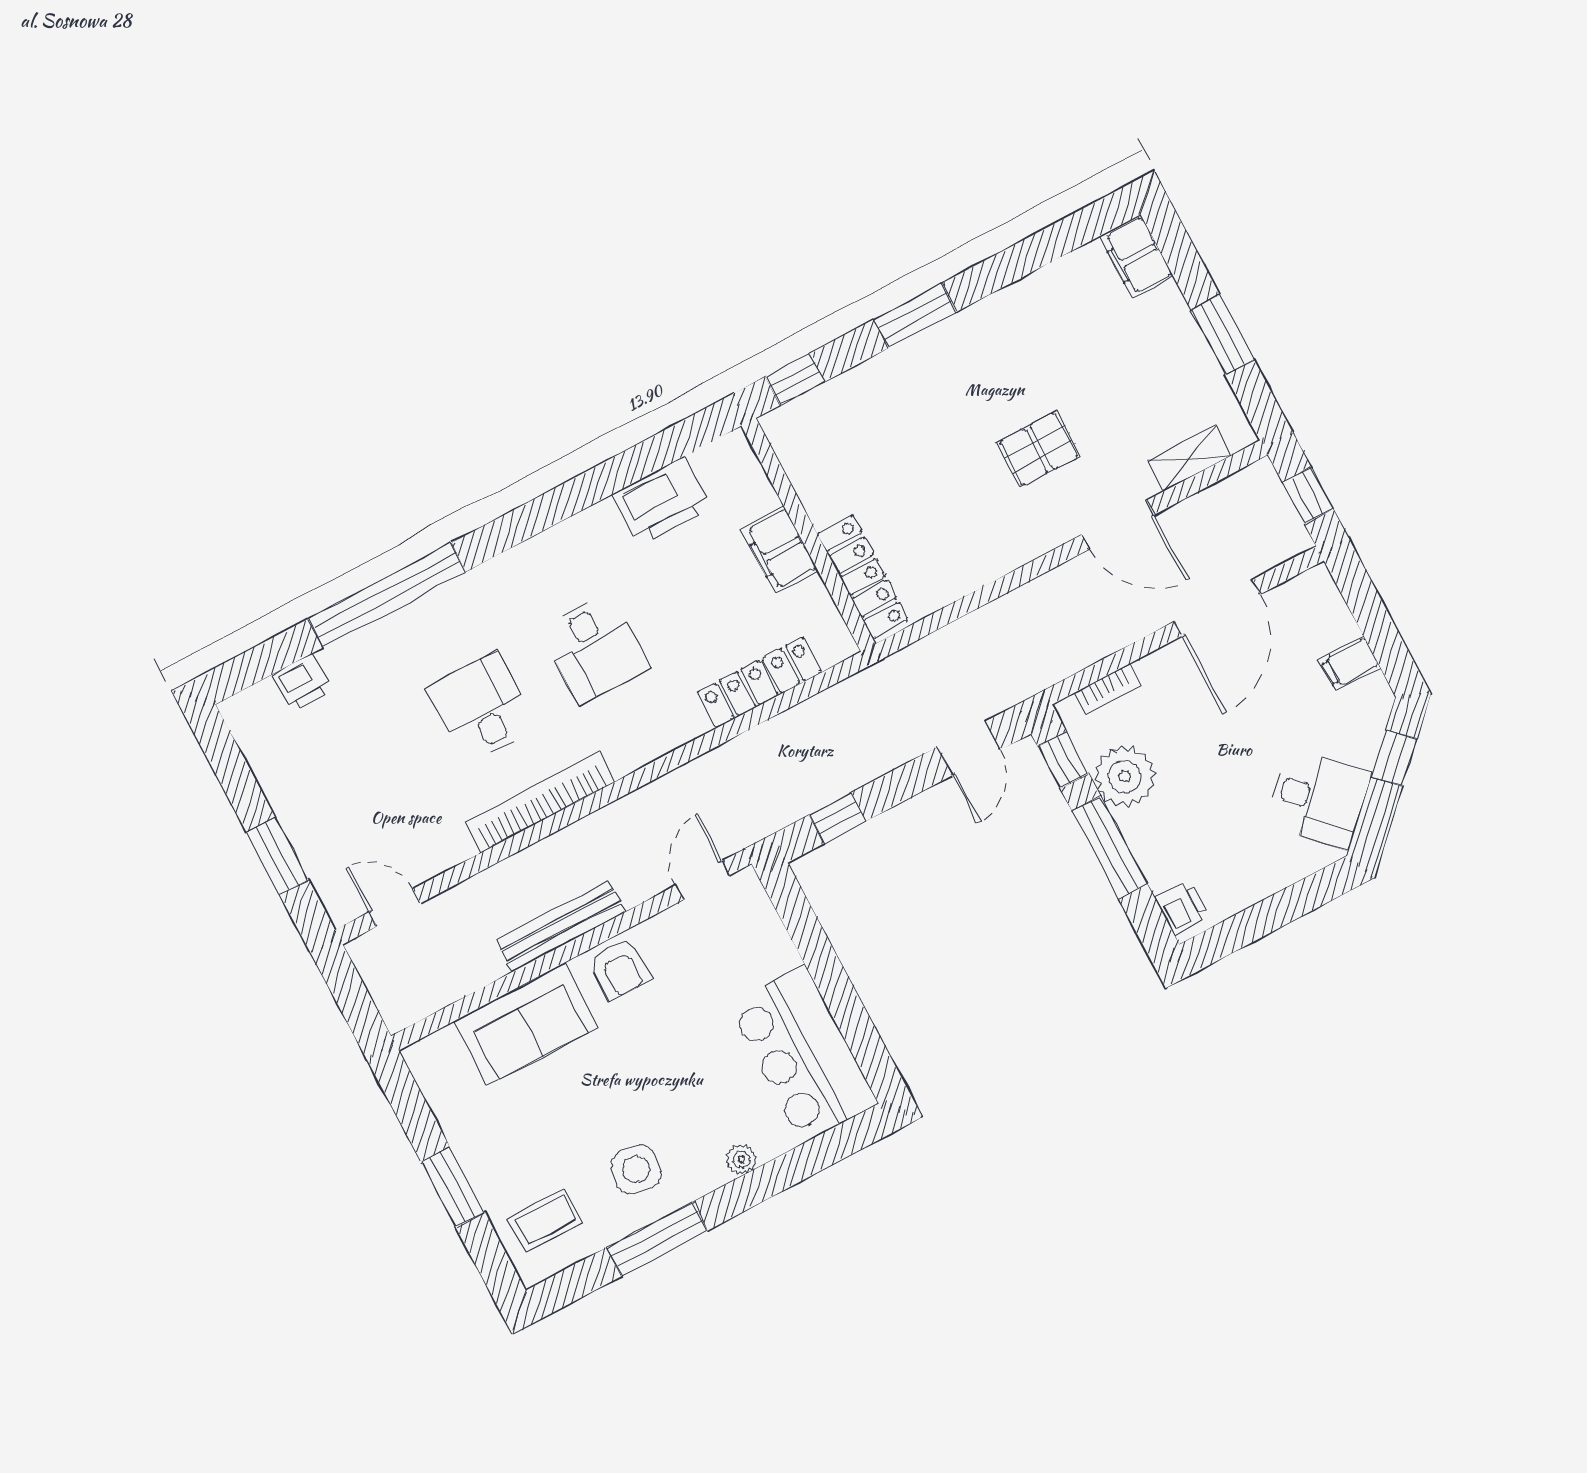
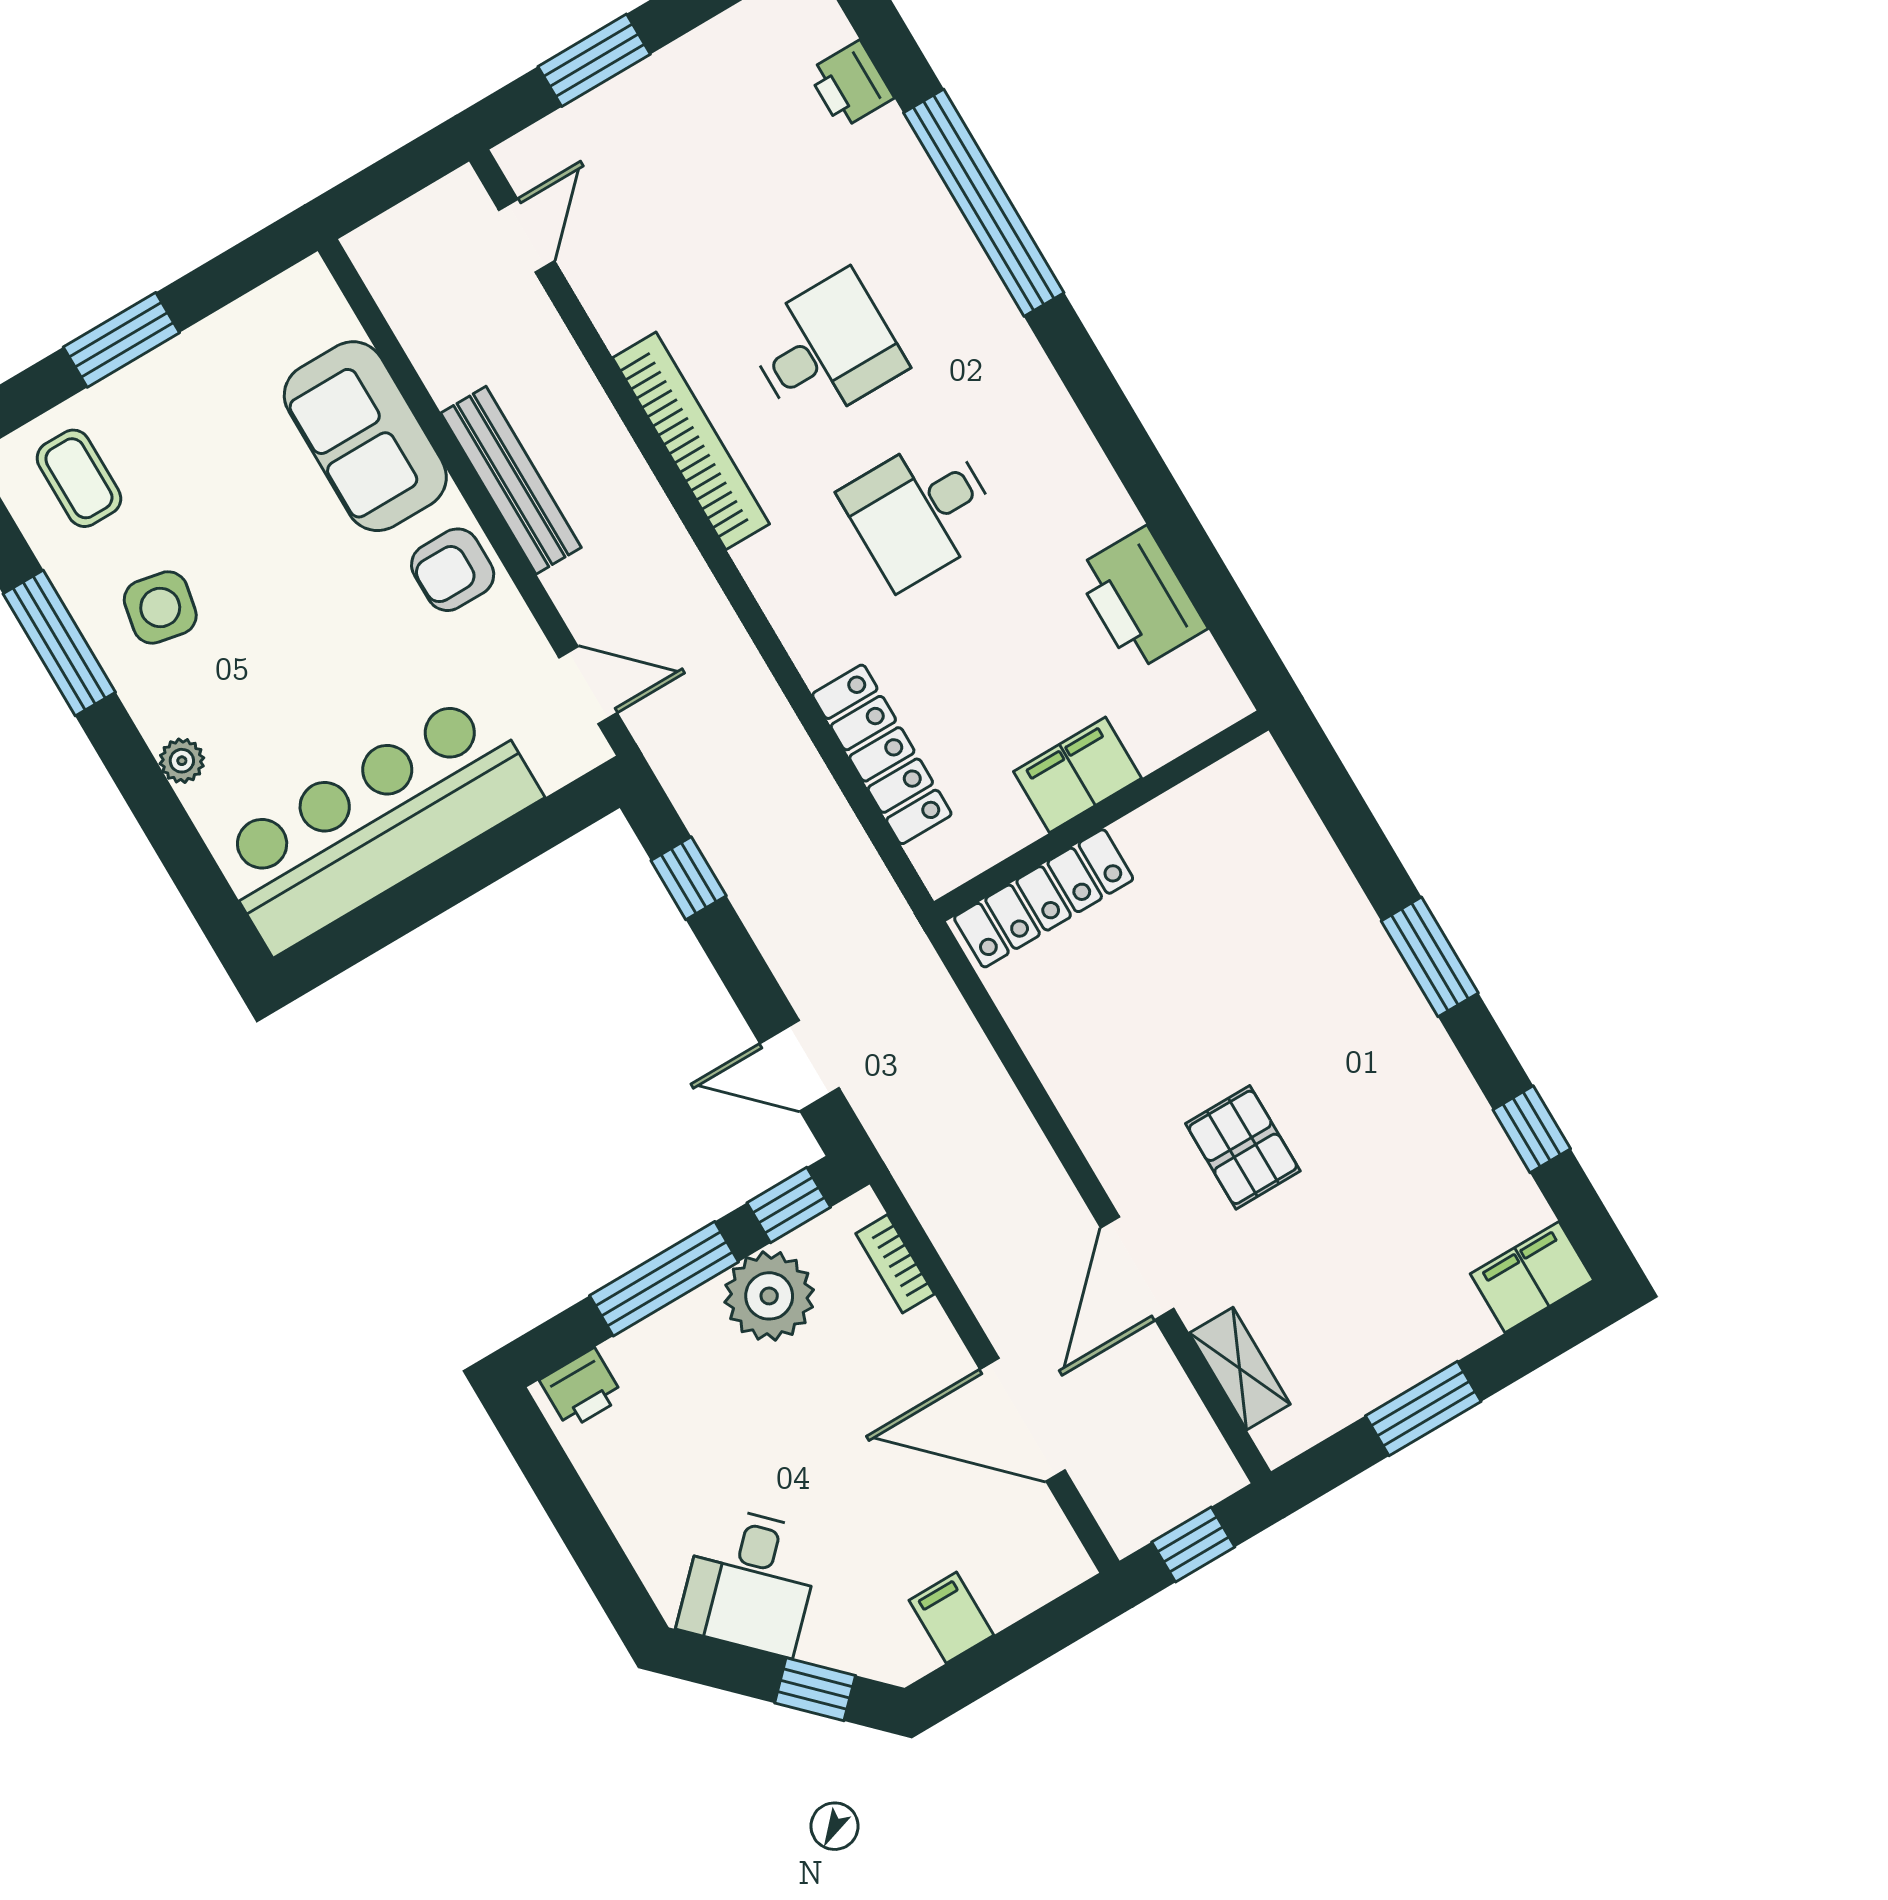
window: (795, 379) -> (1532, 1129), moved
bar counter: (803, 1054) -> (376, 823), width x1.36

